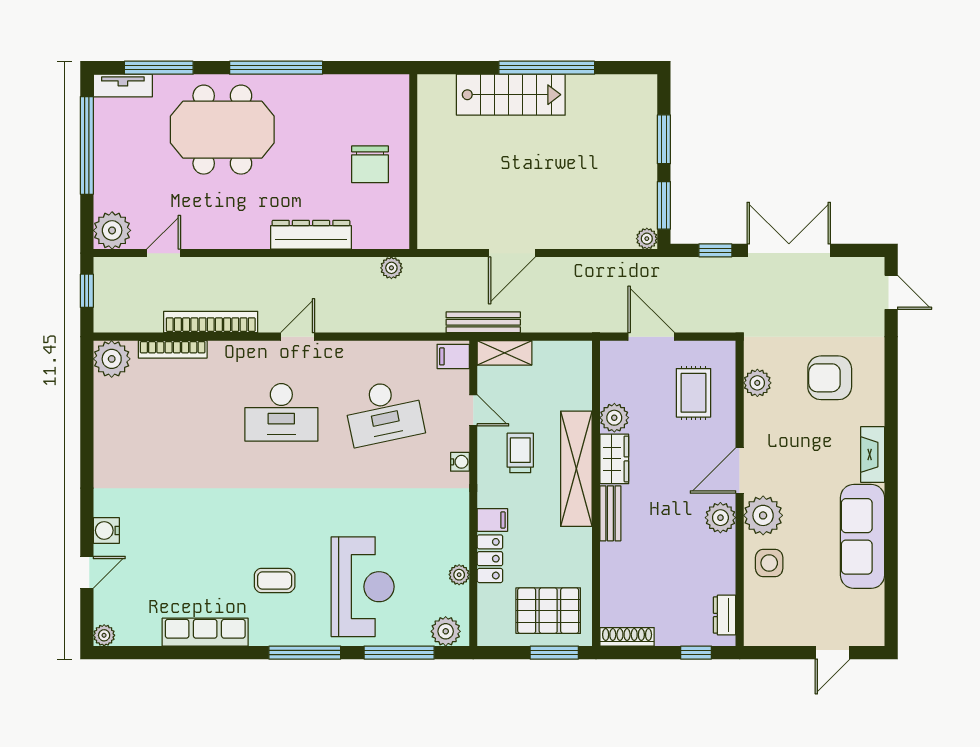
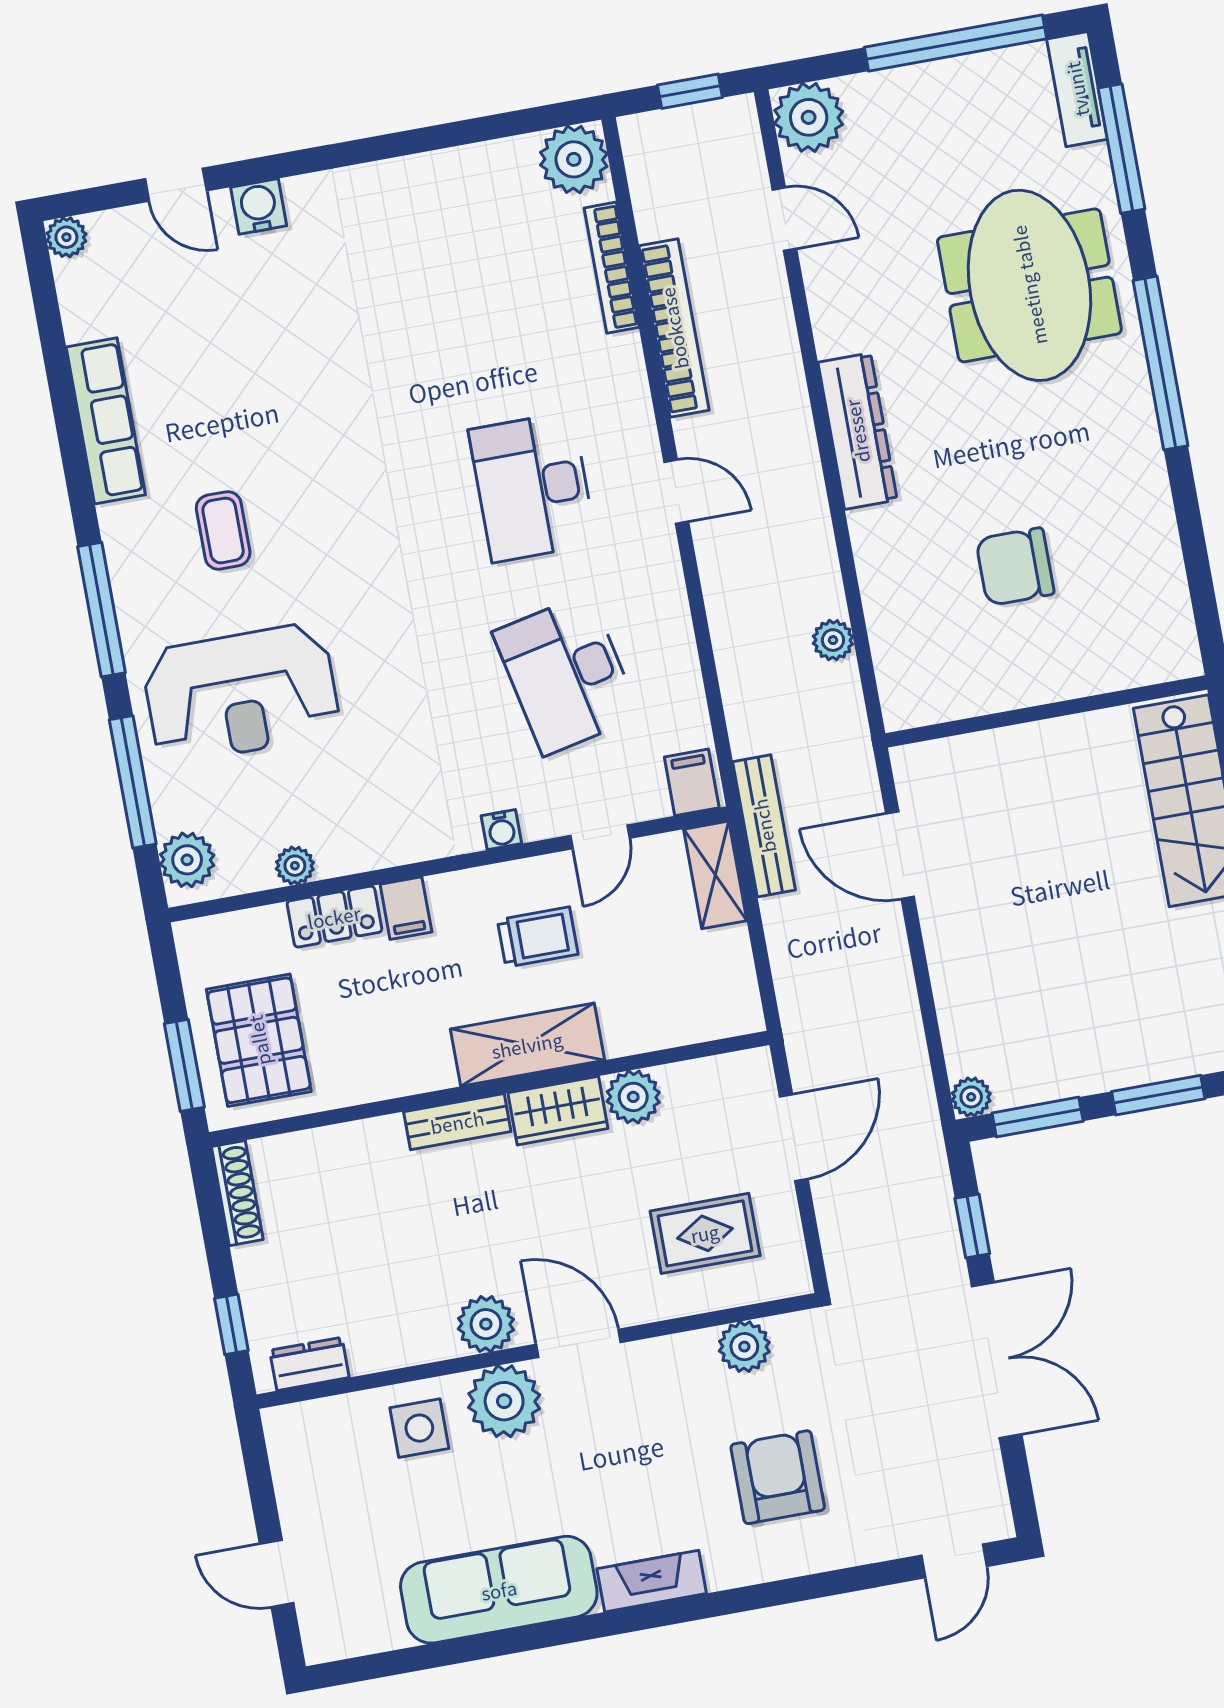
wall: (413, 162) -> (1046, 711), moved
dresser: (311, 235) -> (857, 431), moved
shelving: (576, 469) -> (527, 1045), width x0.68

